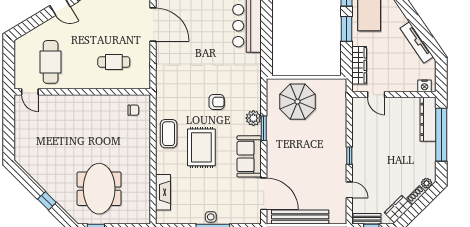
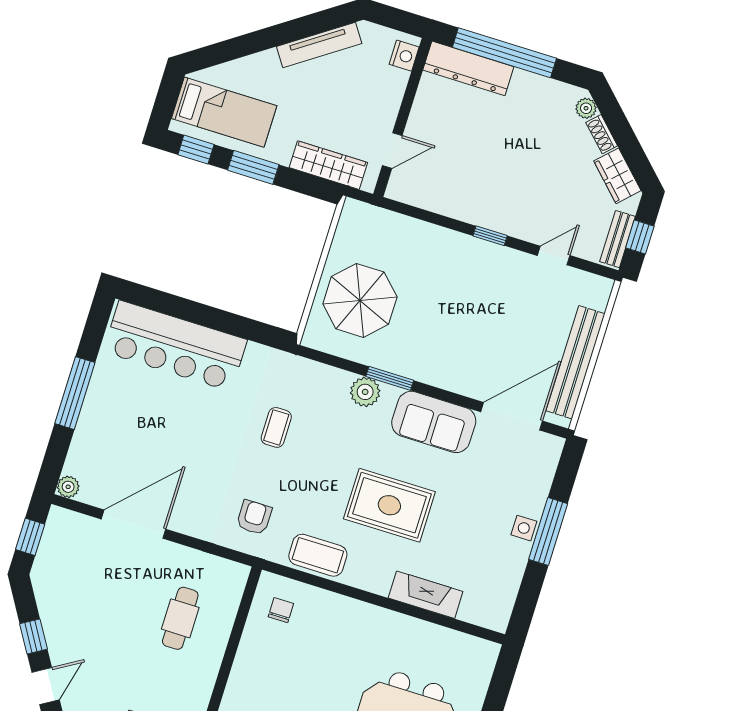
coffee table: (222, 80) -> (276, 427), added
armchair: (217, 102) -> (254, 517), moved
coffee table: (169, 134) -> (318, 555), moved
fireplace: (163, 192) -> (426, 595), moved

